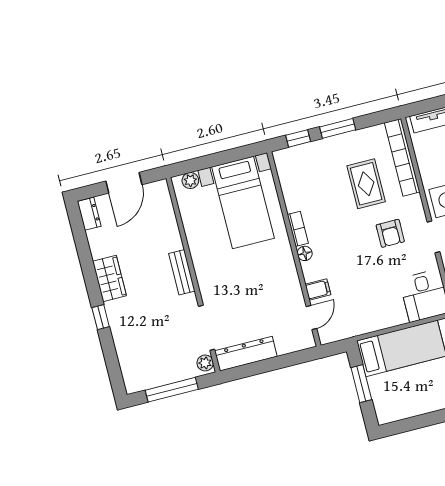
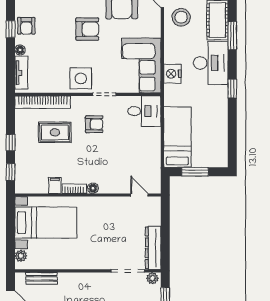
window: (338, 128) -> (11, 143), width x0.67
bench: (182, 272) -> (42, 278), moved
filing cabinet: (318, 289) -> (55, 185), moved

